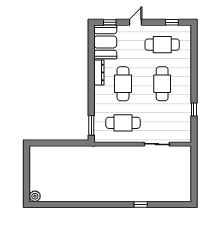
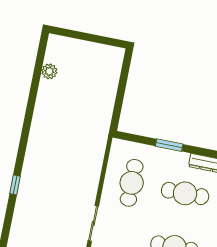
window: (91, 125) -> (169, 145), moved
plant: (35, 196) -> (49, 71), moved

